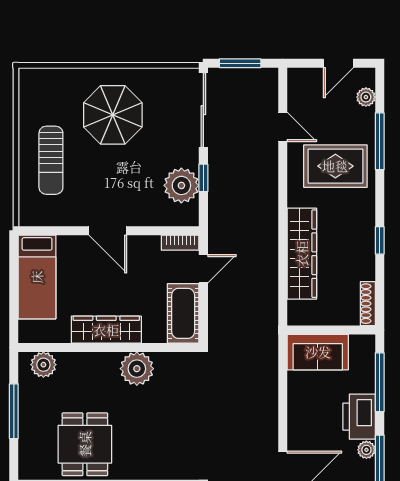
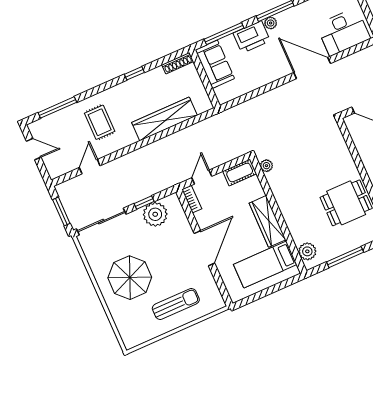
plant: (366, 97) -> (47, 122), removed
window: (380, 141) -> (57, 107), moved
rug: (335, 166) -> (100, 122), width x0.73, depth x0.70
door: (108, 231) -> (204, 248), width x1.36
door: (203, 269) -> (202, 177), hinge flipped
bed: (37, 277) -> (265, 265), moved, turned 180
cot: (183, 313) -> (240, 173), width x0.73, depth x0.75
sofa: (318, 352) -> (215, 64), moved
plant: (137, 369) -> (266, 166), moved, width x0.53, depth x0.53

